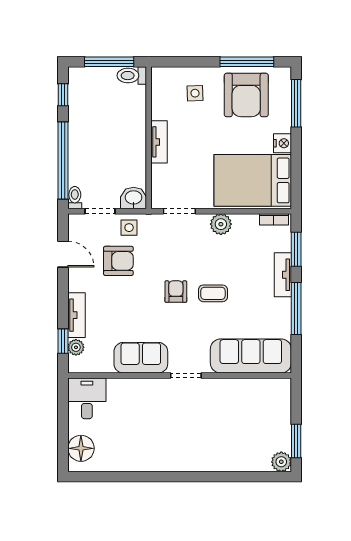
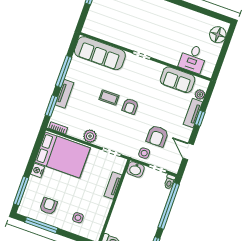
armchair: (246, 95) -> (48, 206), width x0.53, depth x0.53
tv unit: (159, 142) -> (113, 185), moved
armchair: (118, 261) -> (157, 136), turned -90
window: (63, 341) -> (200, 118), moved
sofa: (141, 358) -> (178, 80), moved
desk: (87, 398) -> (193, 59), moved

